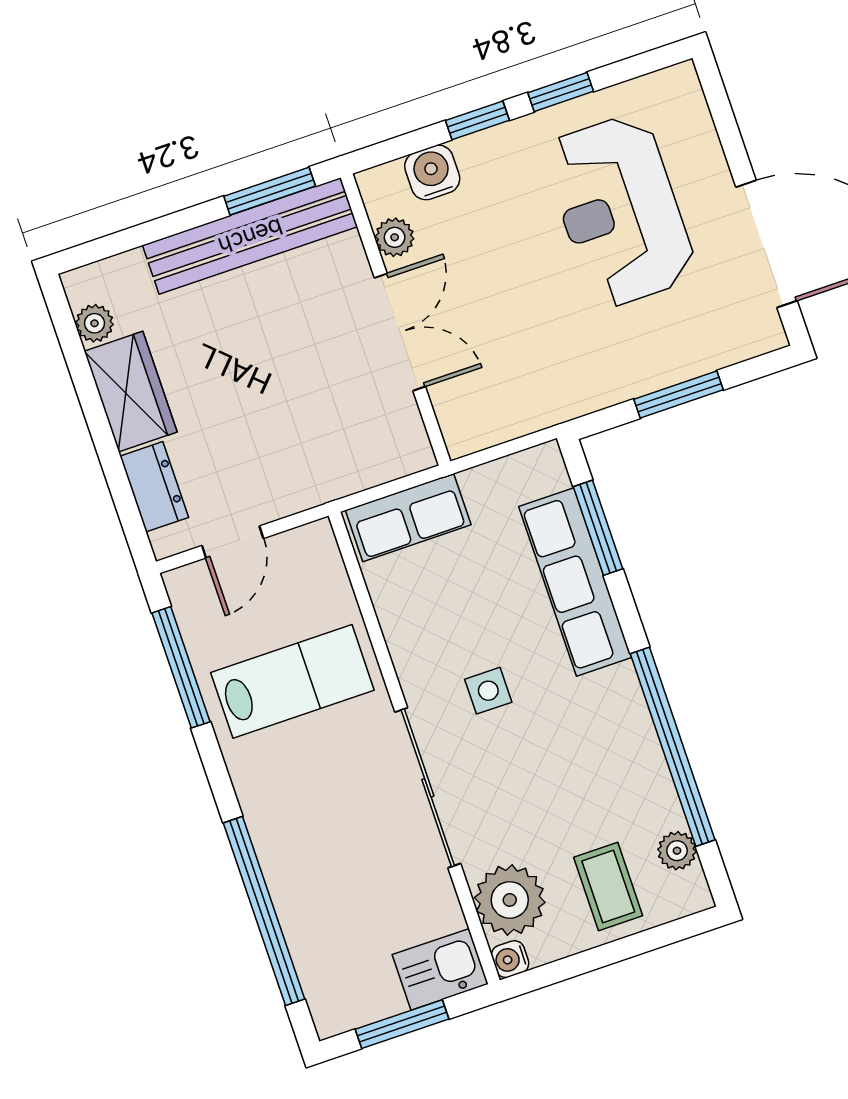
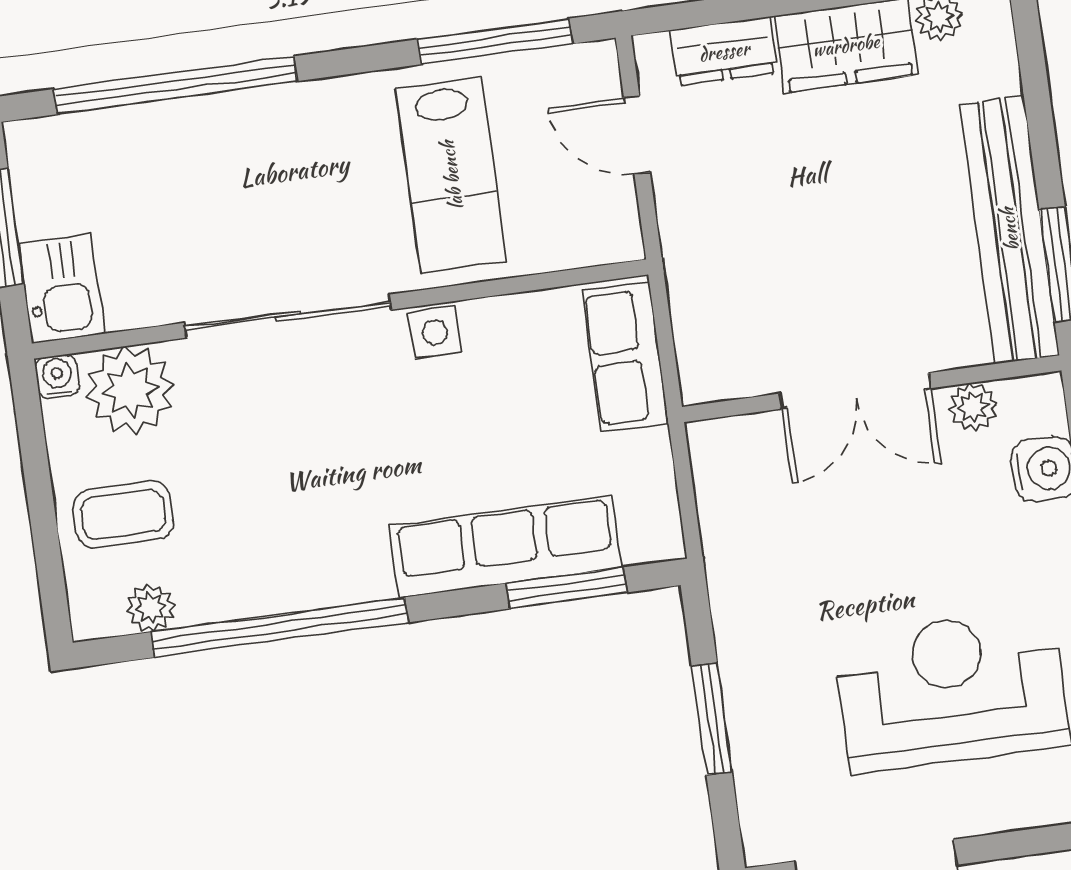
side table: (488, 691) -> (435, 332), moved

